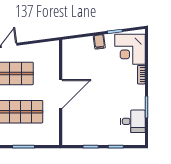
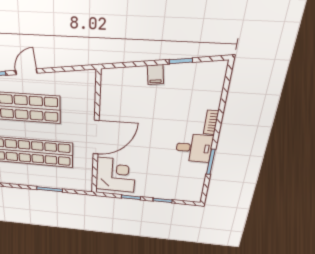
corner desk: (130, 49) -> (116, 175), moved, turned 180
desk: (133, 121) -> (194, 148), moved

